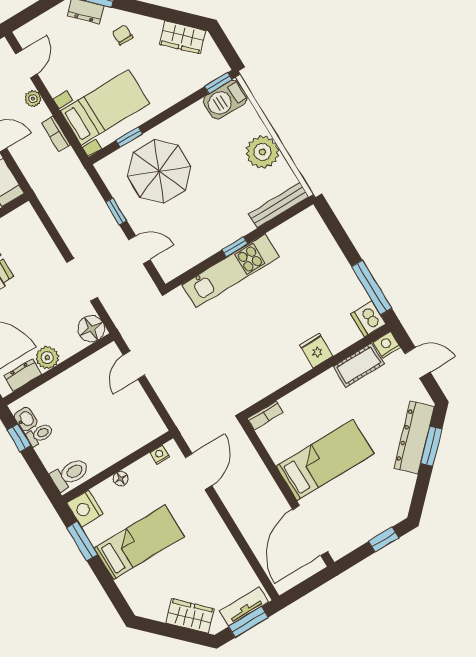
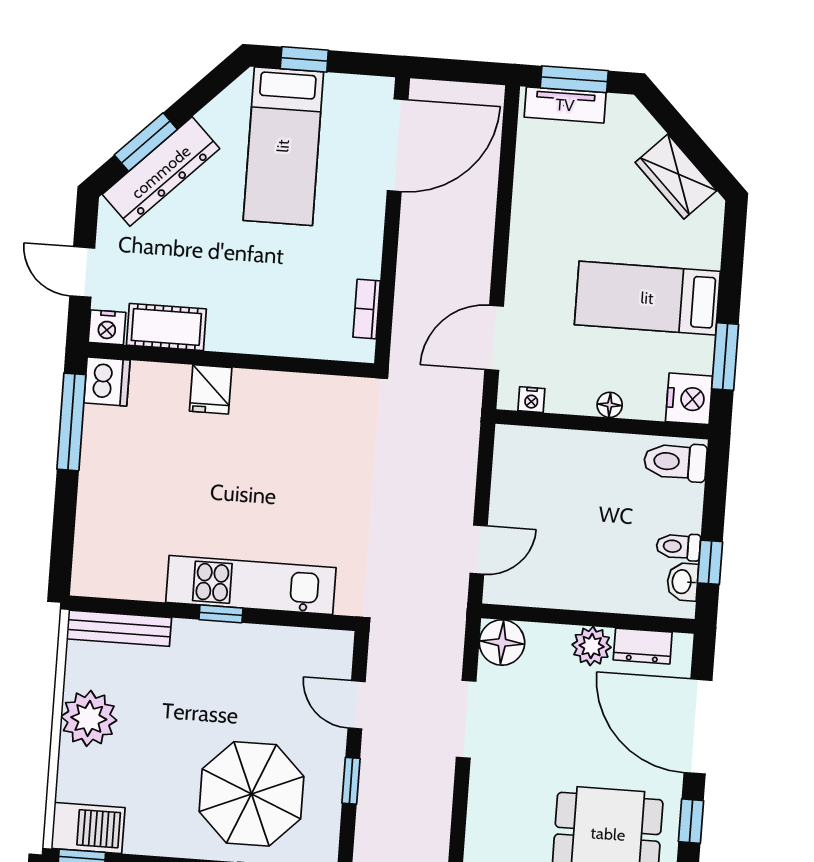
bookcase: (265, 415) -> (367, 309), moved, turned -90
bed: (325, 460) -> (283, 146), moved, turned -90
wardrobe: (190, 616) -> (676, 176), moved

